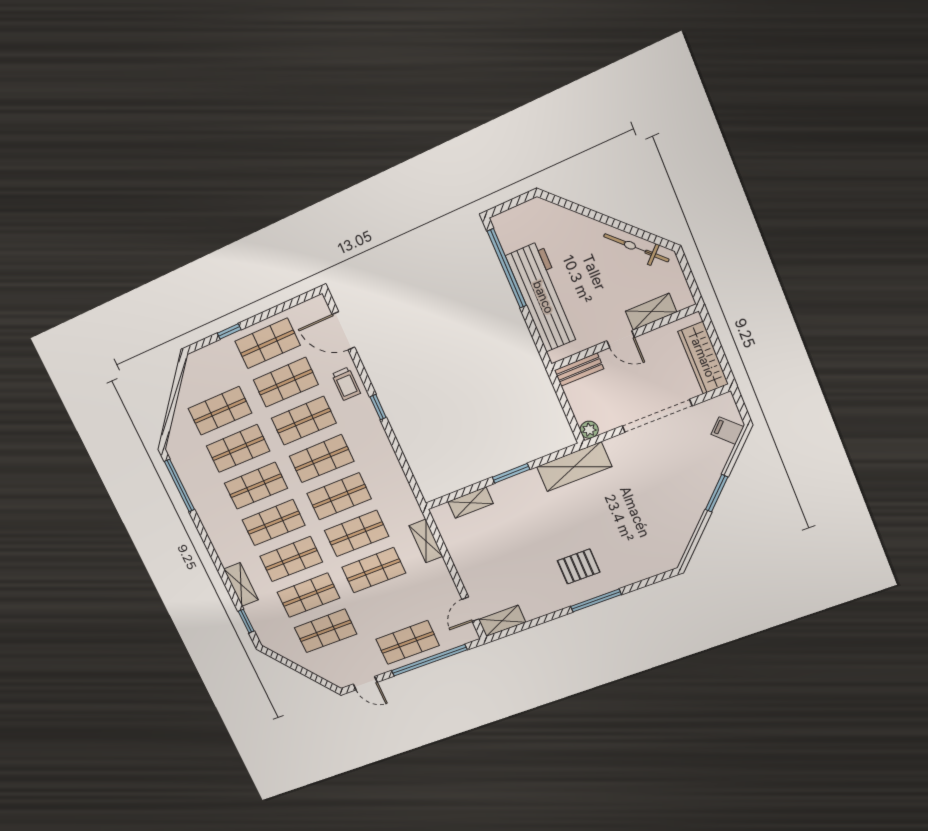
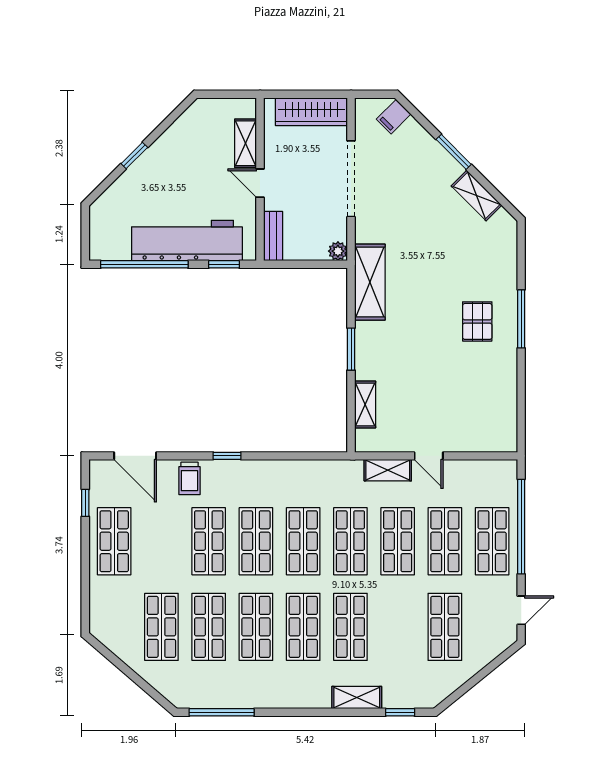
window: (599, 217) -> (134, 156), added
bicycle: (636, 248) -> (178, 132), removed
window: (229, 331) -> (85, 503), moved
door: (343, 331) -> (135, 456), hinge flipped
window: (536, 338) -> (224, 264), added
door: (621, 339) -> (260, 183), swing flipped
shop shelf: (286, 382) -> (161, 541), removed
trolley: (346, 384) -> (189, 478), turned 90
shop shelf: (308, 595) -> (445, 541), moved
door: (470, 609) -> (429, 456), moved
shelving: (502, 621) -> (476, 196), moved, turned -45

